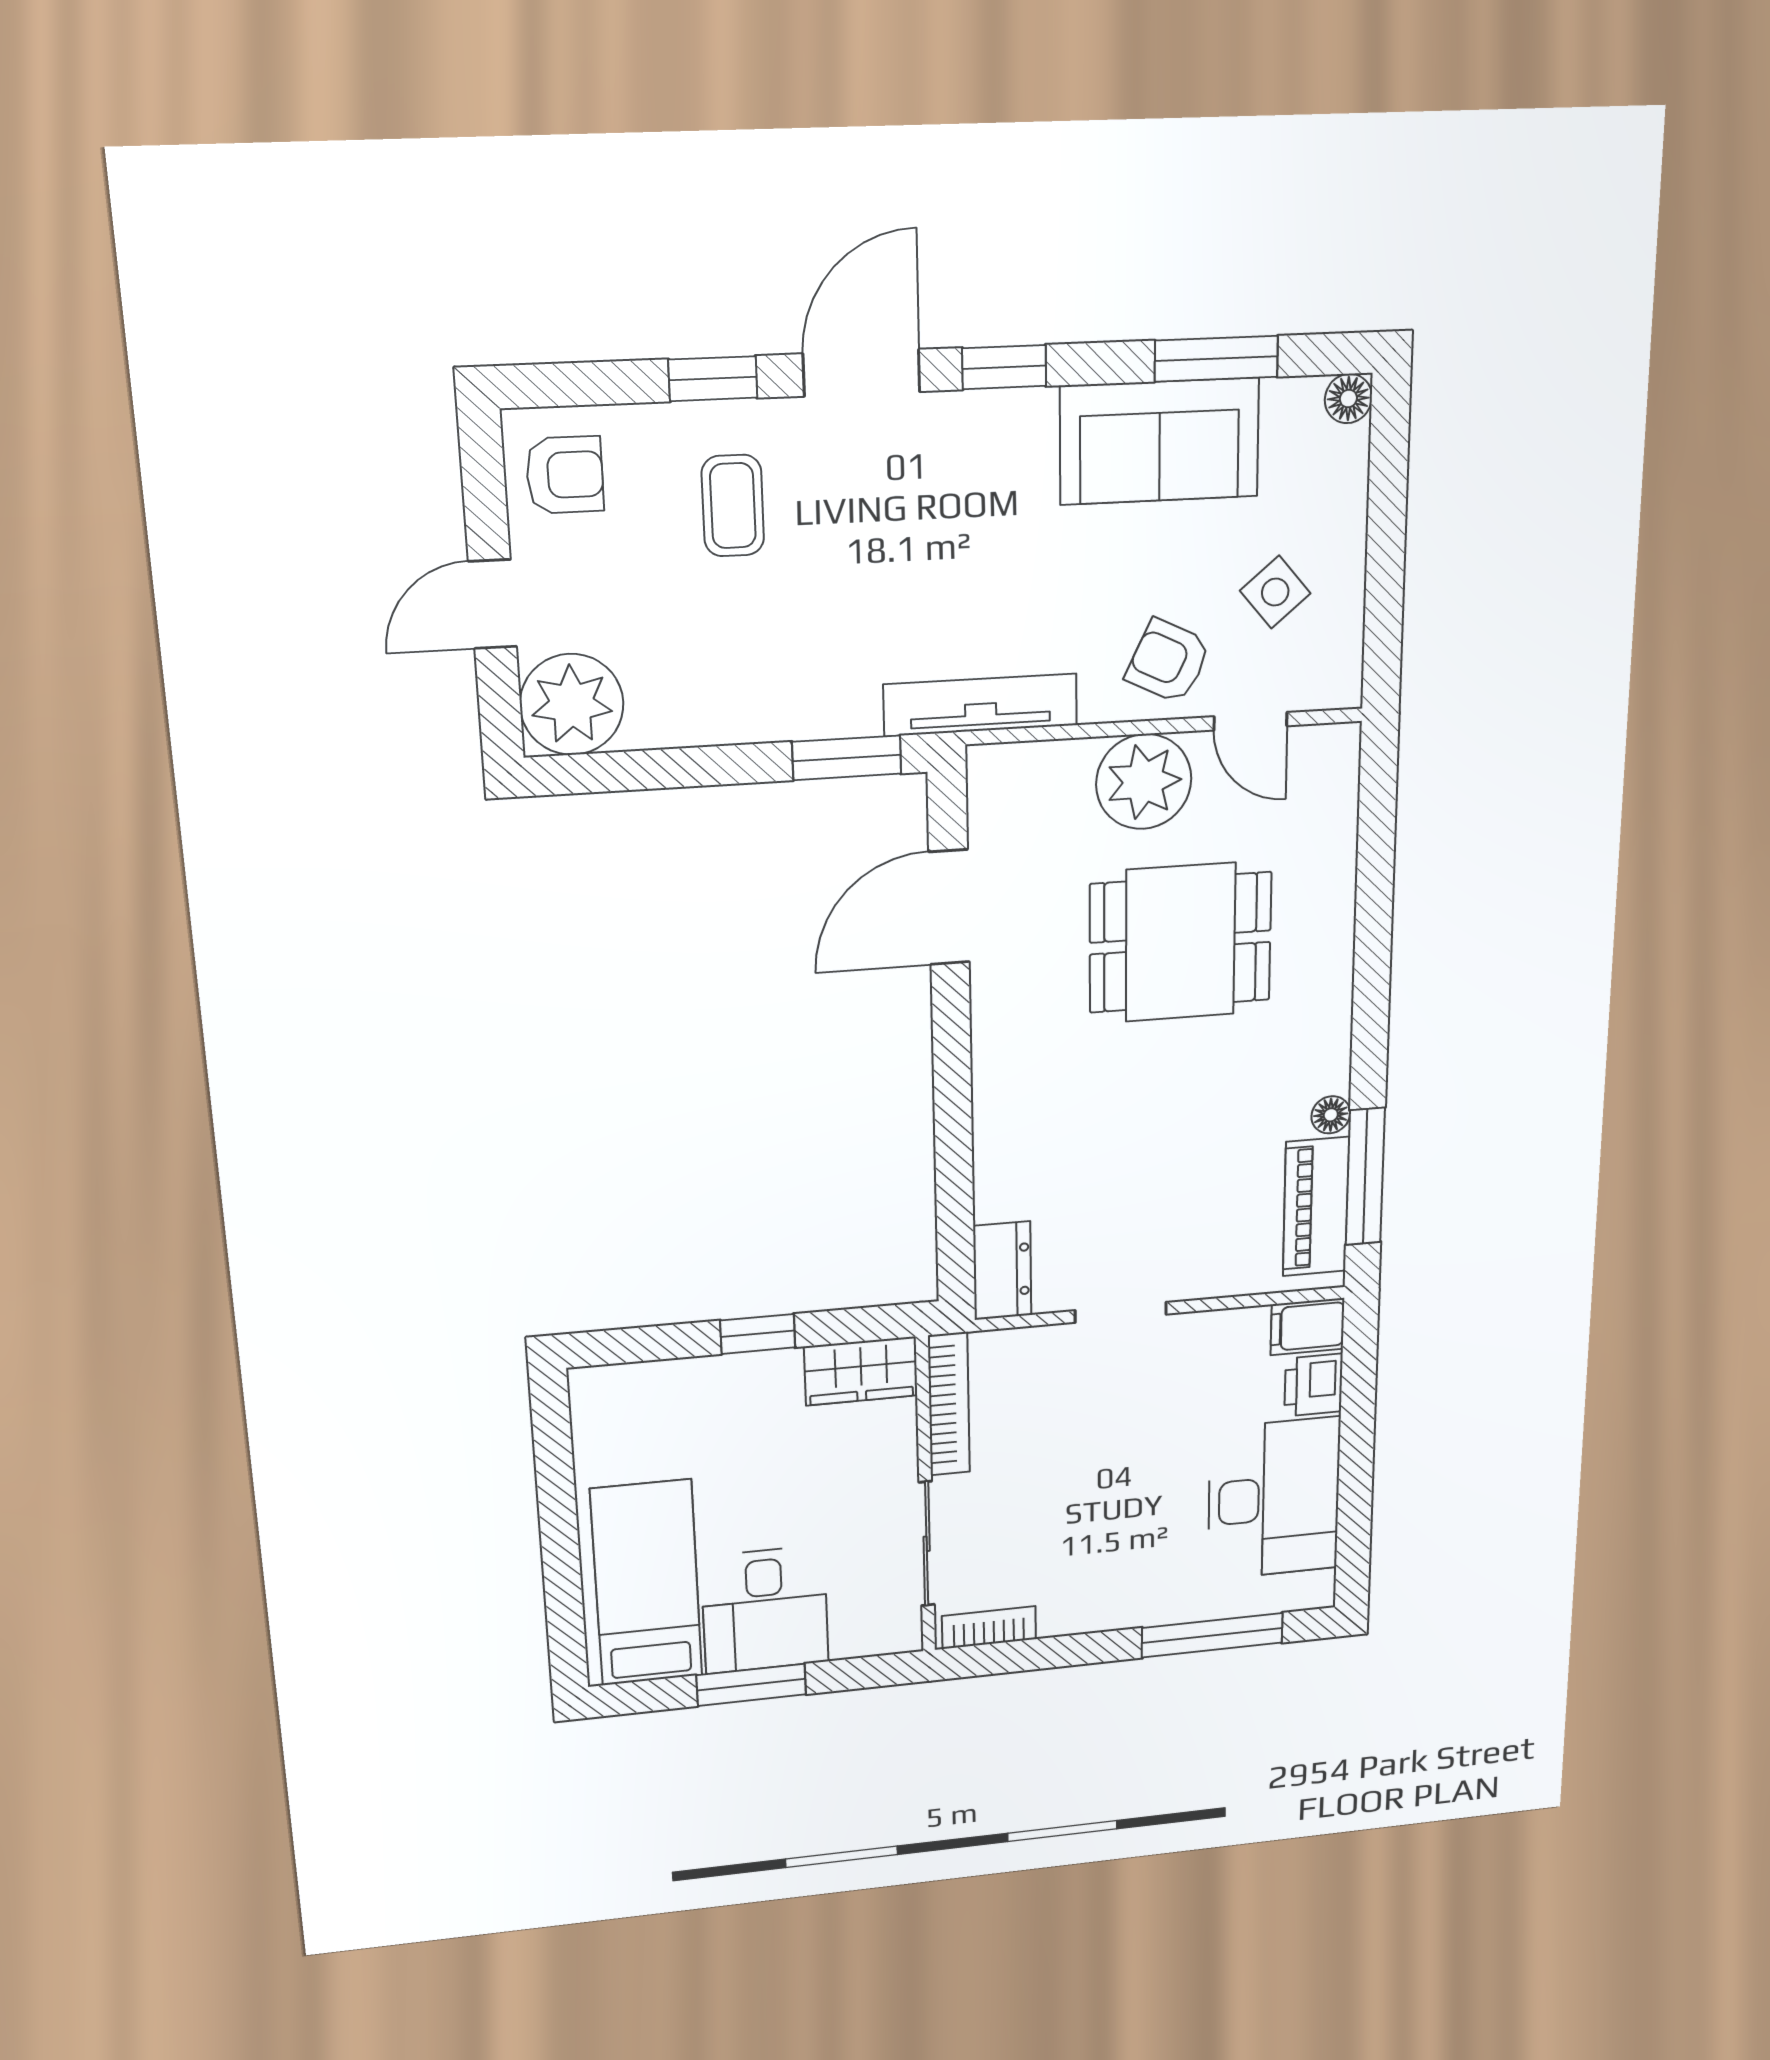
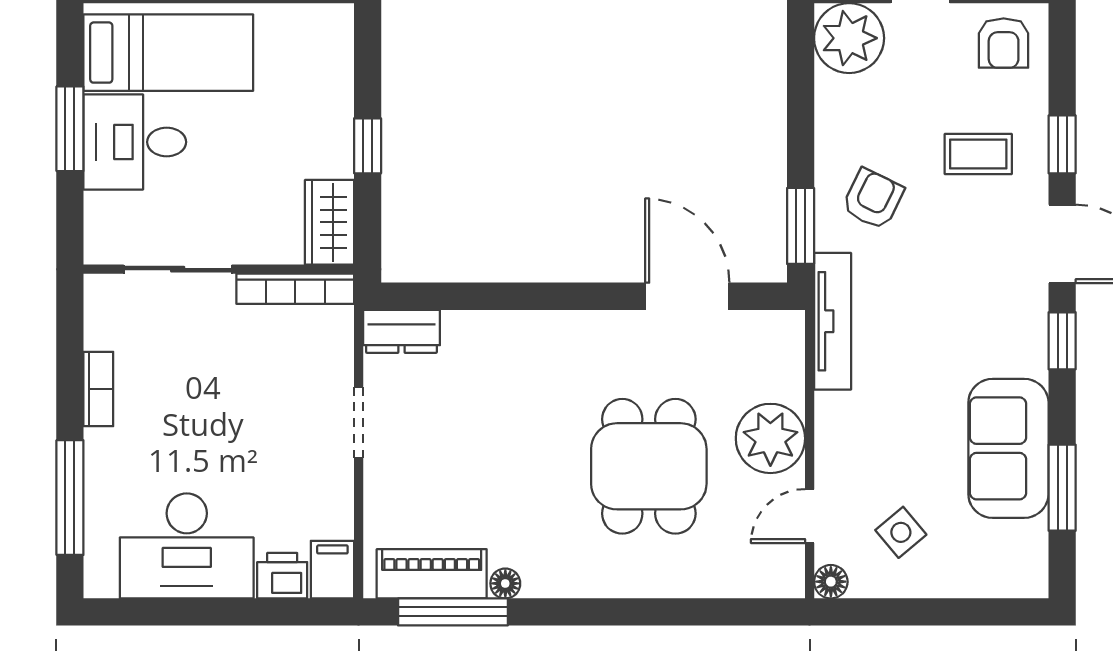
floor lamp: (1348, 399) -> (831, 582), moved
armchair: (1168, 661) -> (873, 199), moved
bookcase: (989, 1628) -> (98, 389), moved

